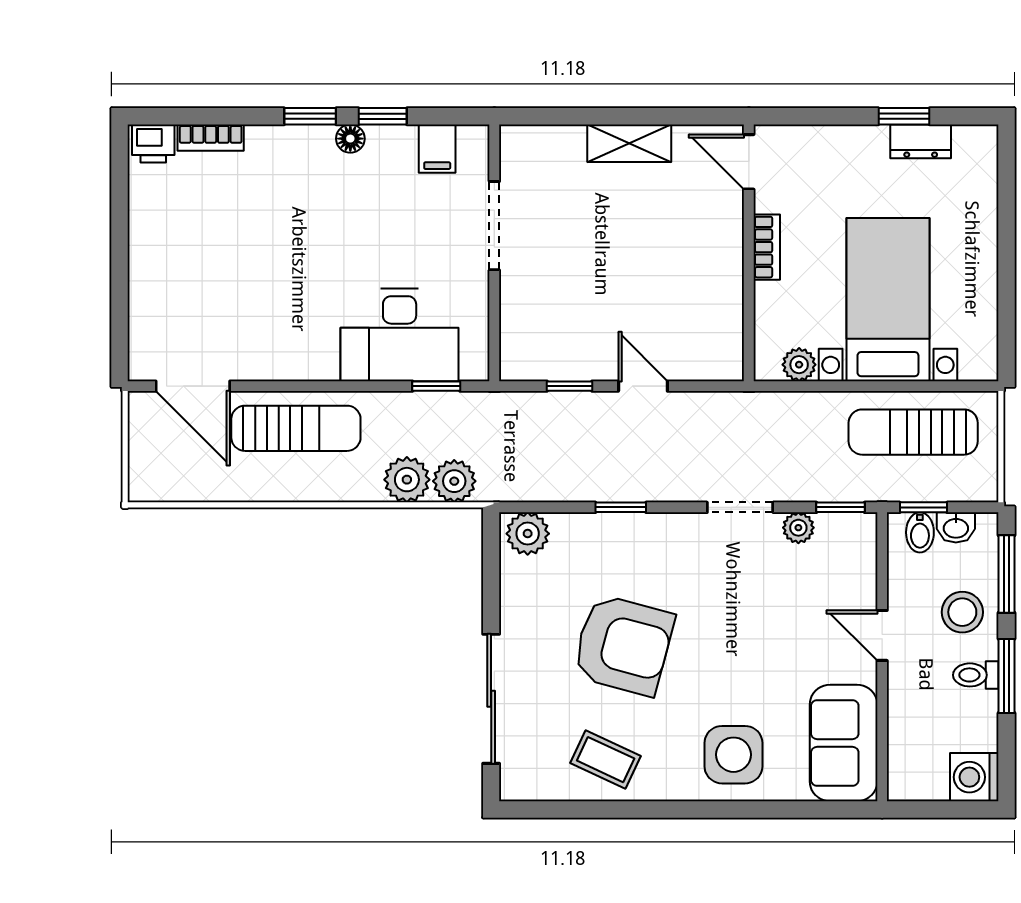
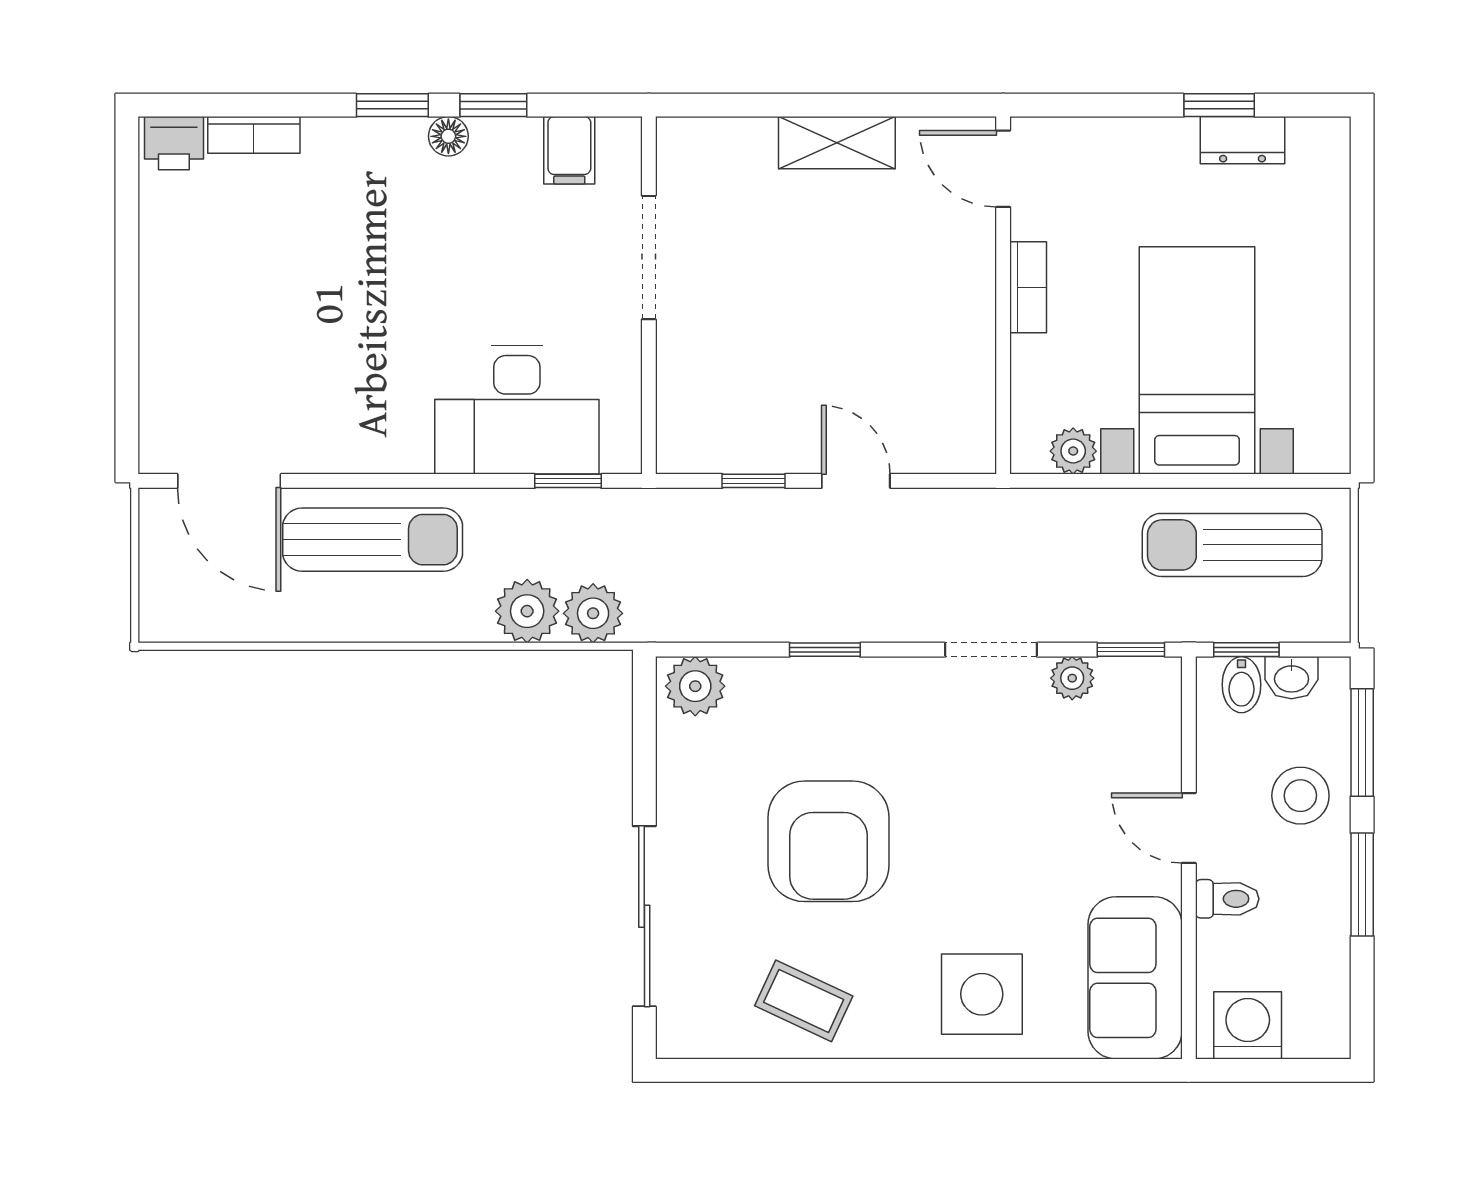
armchair: (623, 645) -> (828, 841), turned 75
toilet: (976, 675) -> (1227, 899), moved, turned 180
washing machine: (974, 777) -> (1248, 1025), moved, turned 90

